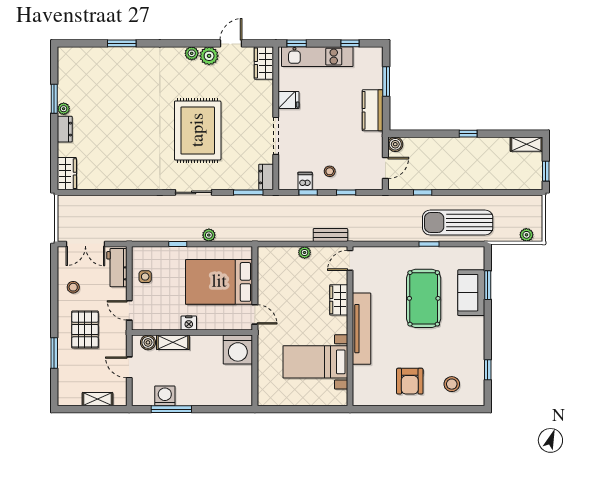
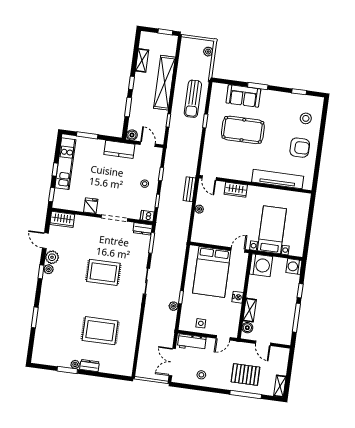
window: (186, 43) -> (41, 272), added
window: (350, 43) -> (55, 169), moved
kitchen unit: (317, 57) -> (65, 164), moved
kitchen counter: (373, 110) -> (119, 149), moved
rug: (198, 130) -> (103, 272), width x0.73, depth x0.69
window: (434, 134) -> (128, 107), added
rug: (116, 137) -> (100, 331), added
shelving: (526, 144) -> (142, 60), moved
wardrobe: (67, 174) -> (121, 368), removed
shelving: (475, 180) -> (164, 83), added
dishwasher: (305, 181) -> (147, 216), moved
sun lounger: (458, 223) -> (193, 99), width x0.73, depth x0.75
plant: (209, 235) -> (173, 306), moved
double door: (85, 244) -> (172, 362), swing flipped
window: (488, 285) -> (258, 86), moved
tv unit: (362, 329) -> (278, 179), moved
pallet: (85, 330) -> (245, 375), moved
window: (54, 353) -> (246, 394), width x1.44
bed with nightstands: (315, 362) -> (272, 230), moved, turned 180
door: (129, 367) -> (263, 343), hinge flipped
washing machine: (165, 396) -> (294, 266), moved
shelving: (97, 399) -> (280, 386), moved
window: (210, 409) -> (300, 291), added

